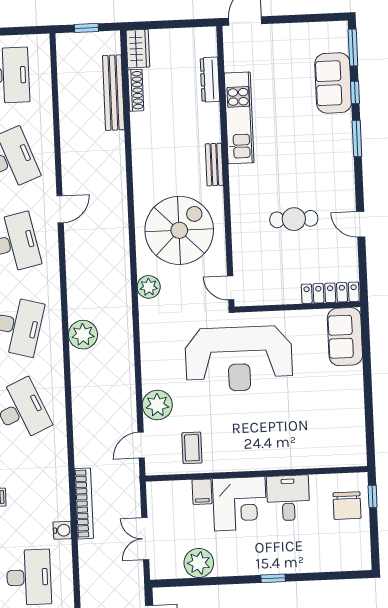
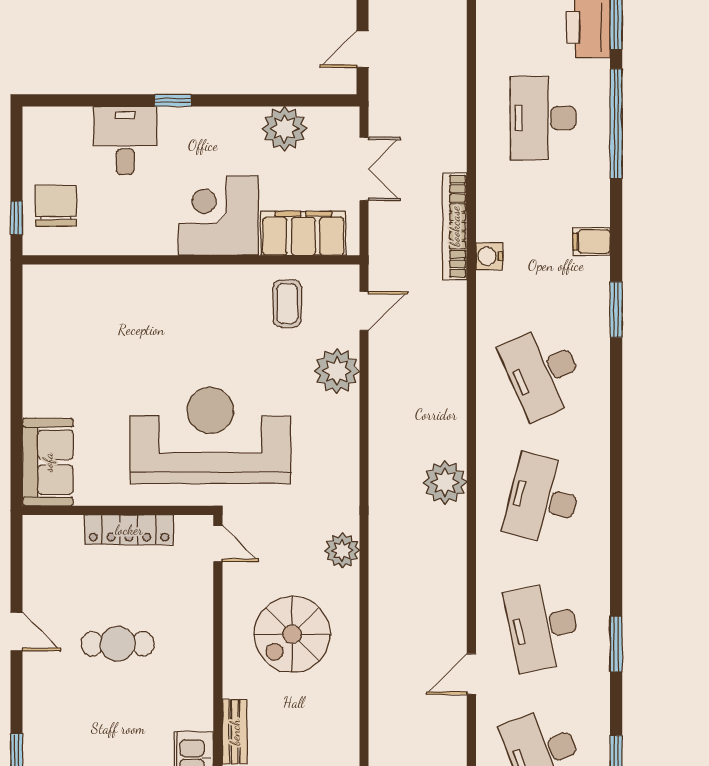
spiral stairs: (179, 230) -> (292, 634), width x0.73, depth x0.73
locker: (330, 293) -> (129, 530), moved
filing cabinet: (202, 492) -> (303, 233), width x3.00, depth x1.17
desk: (288, 498) -> (125, 140), moved, turned 180
water cooler: (62, 530) -> (489, 256), moved

